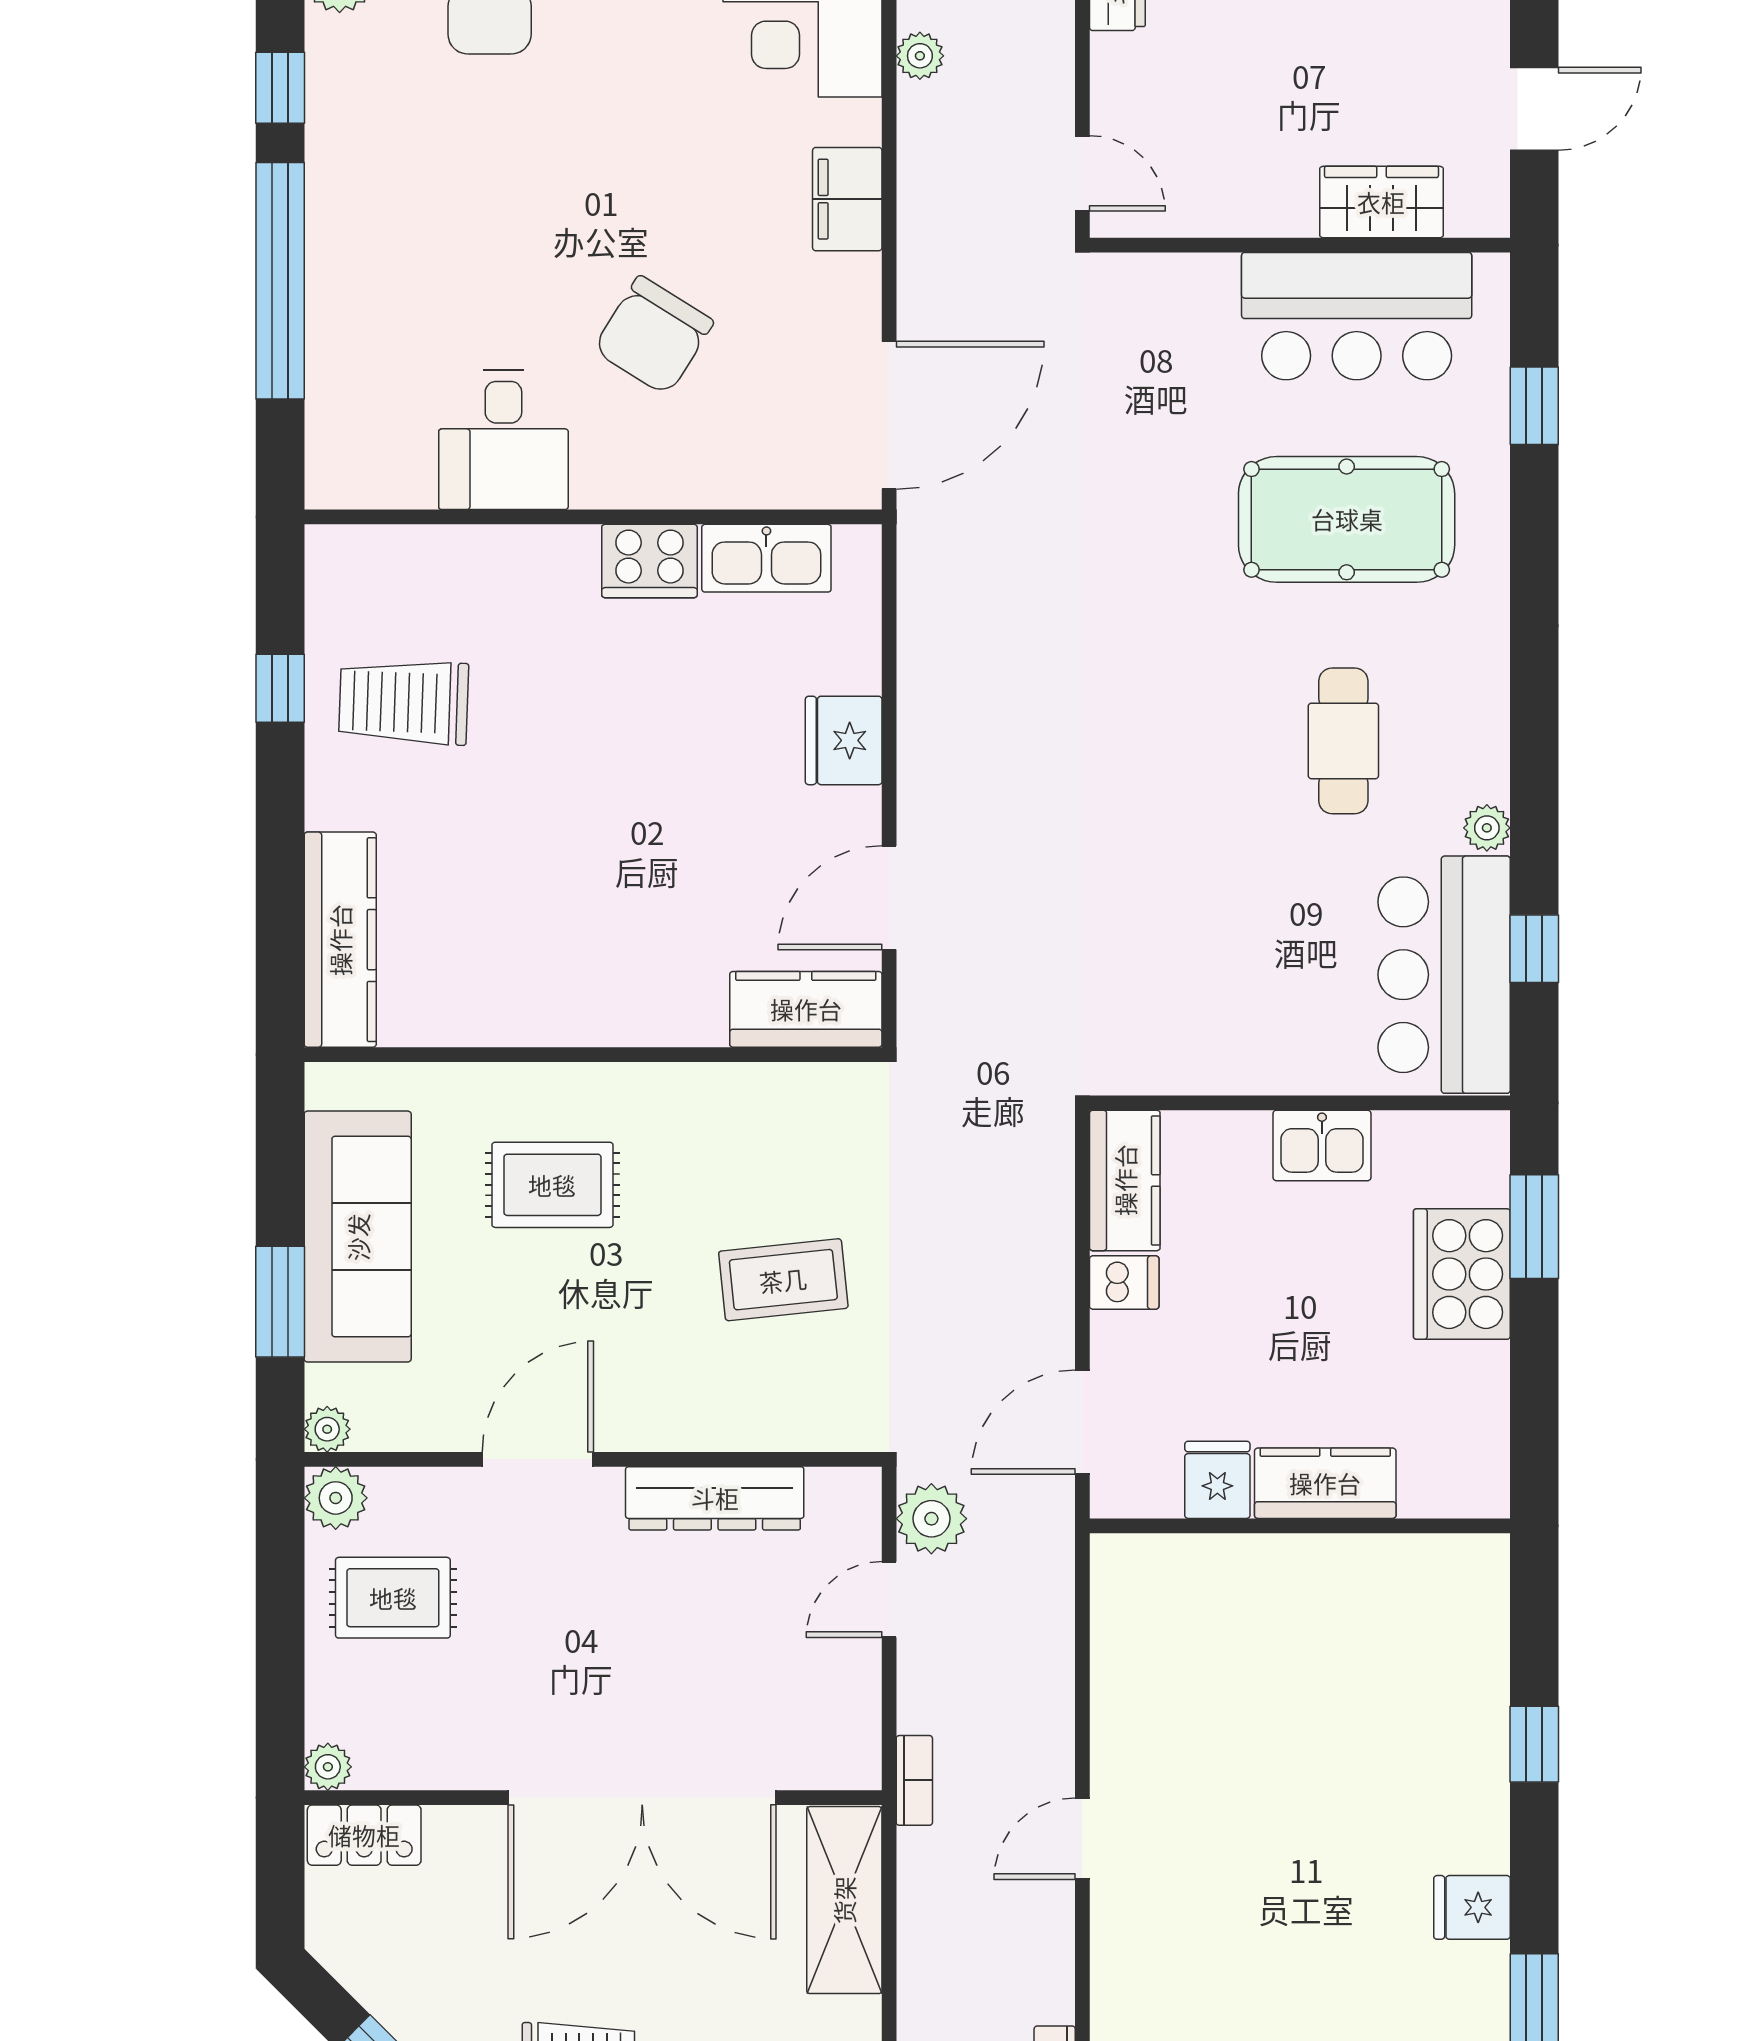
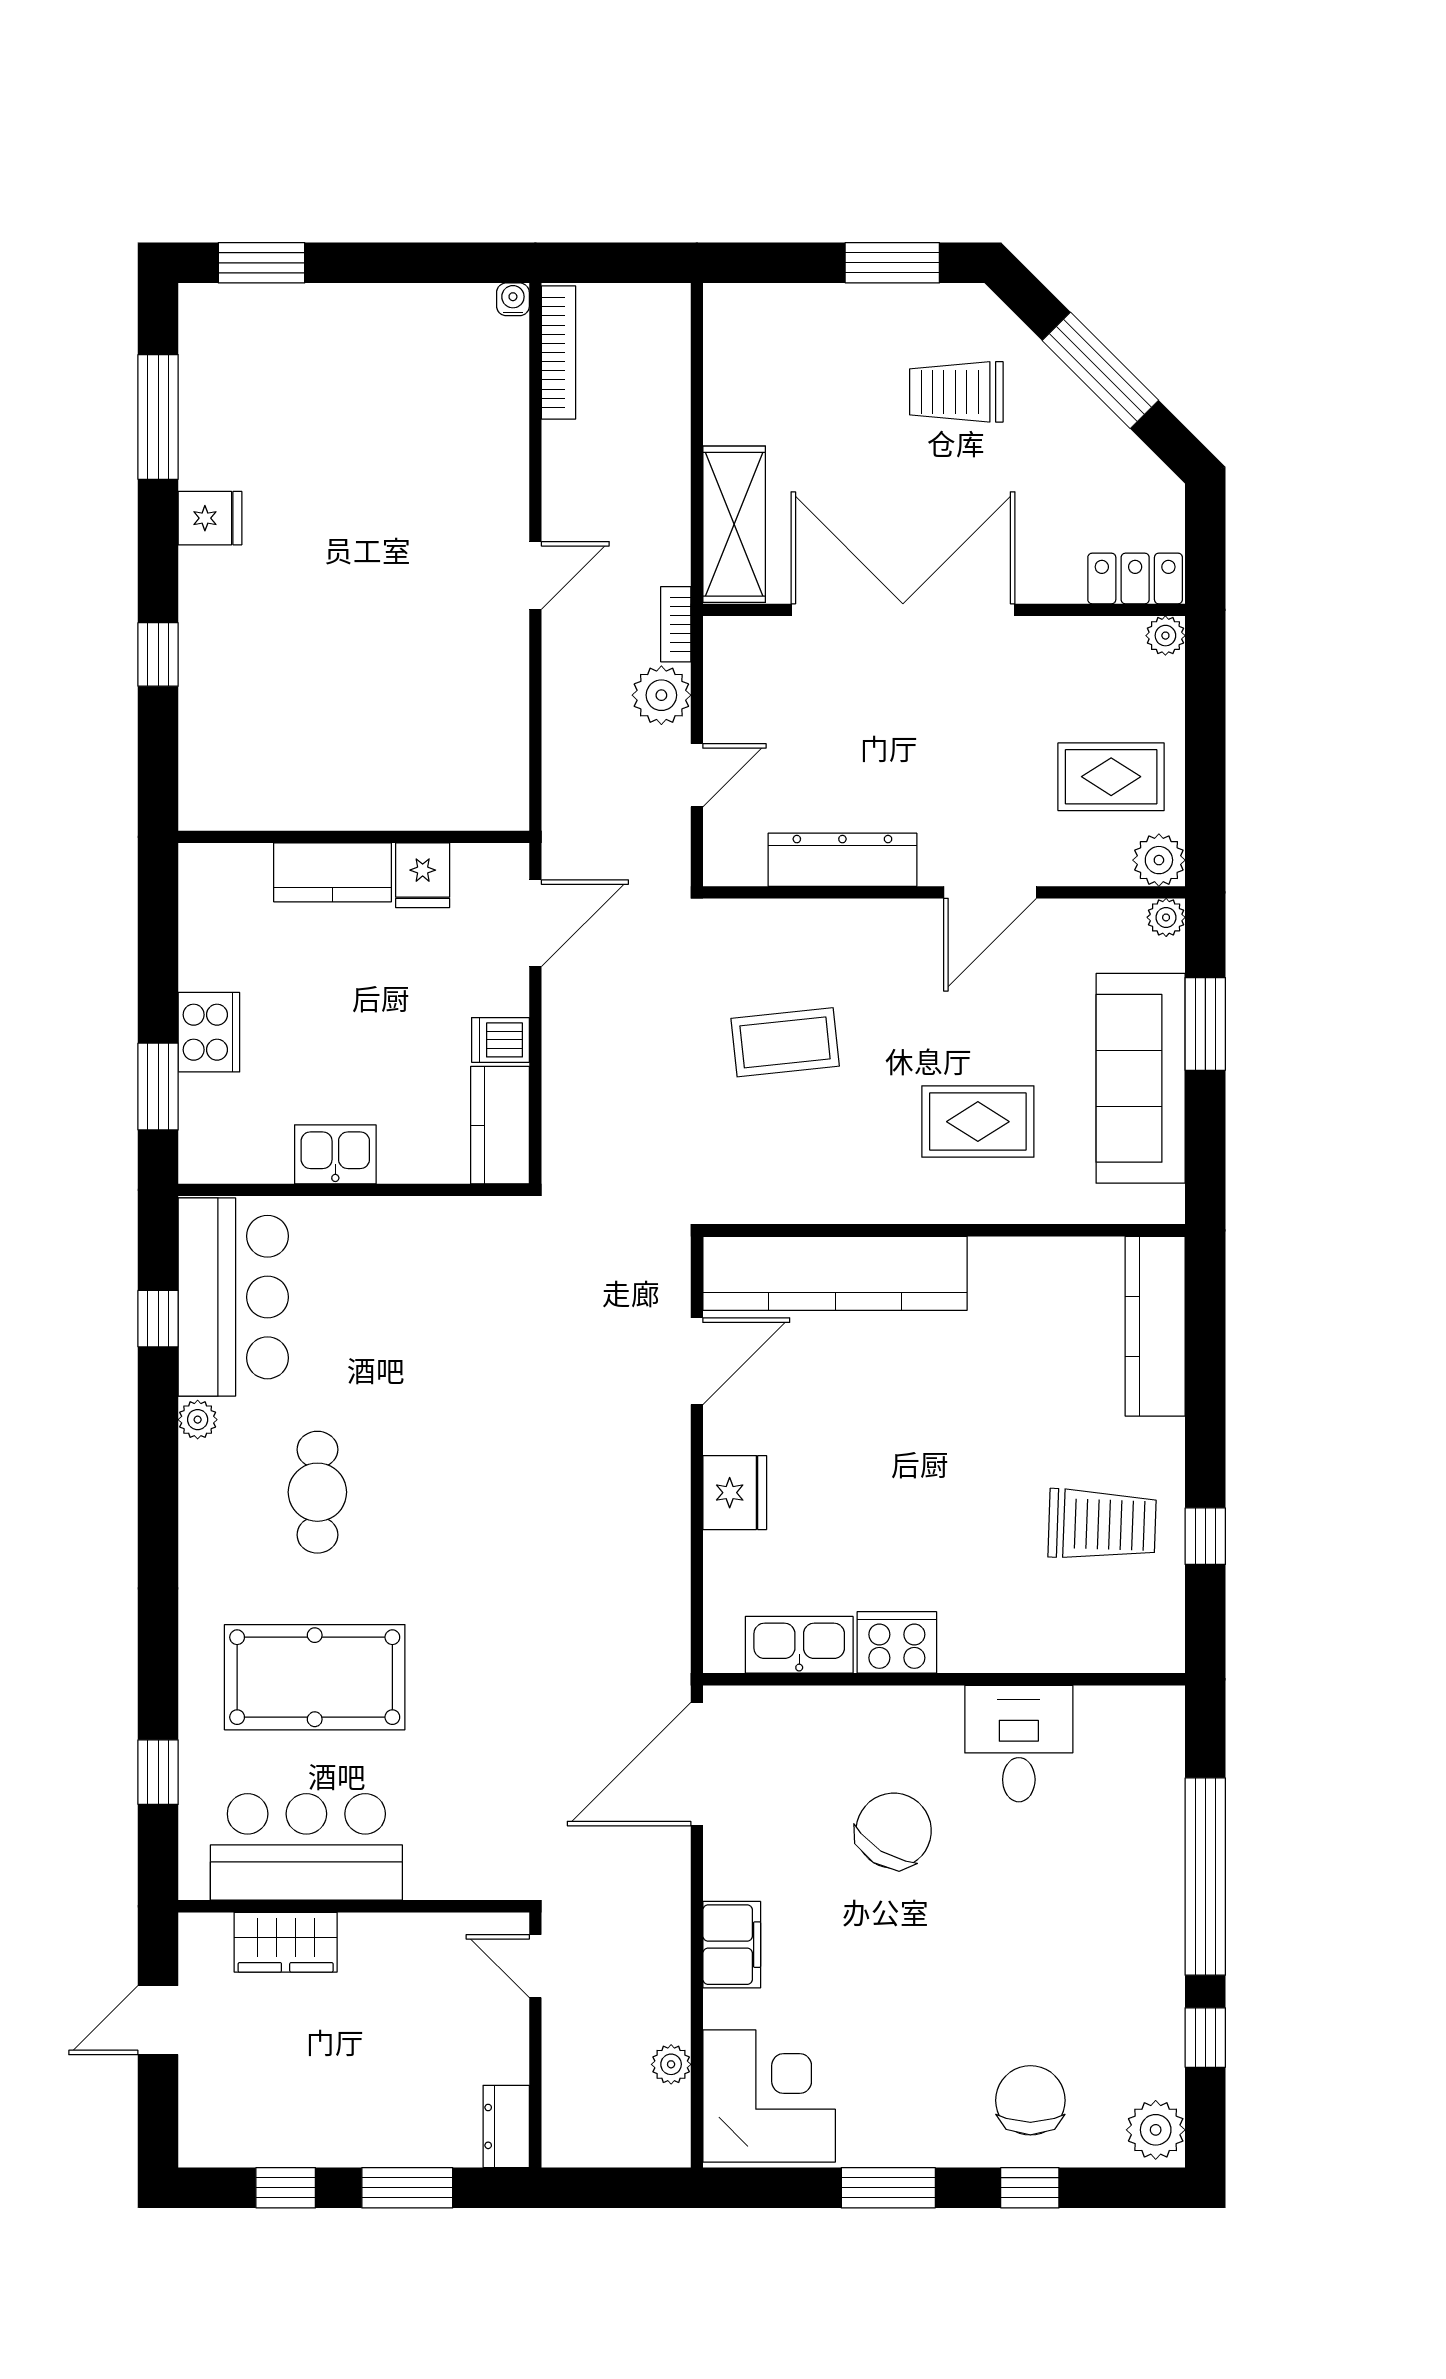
kitchen counter: (806, 1009) -> (835, 1273), width x2.08, depth x1.17
cooker: (1462, 1274) -> (209, 1032), width x0.73, depth x0.76
plant: (931, 1519) -> (661, 695), moved

